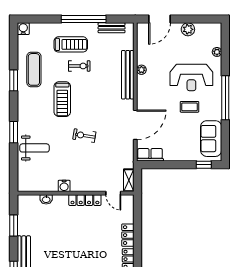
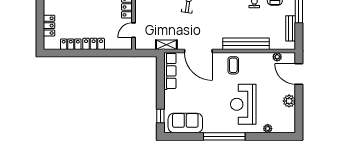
plant: (141, 70) -> (277, 57), moved
coffee table: (189, 107) -> (233, 65), moved
row of seats: (150, 155) -> (170, 71), width x1.48
shelving: (129, 180) -> (166, 45), moved

